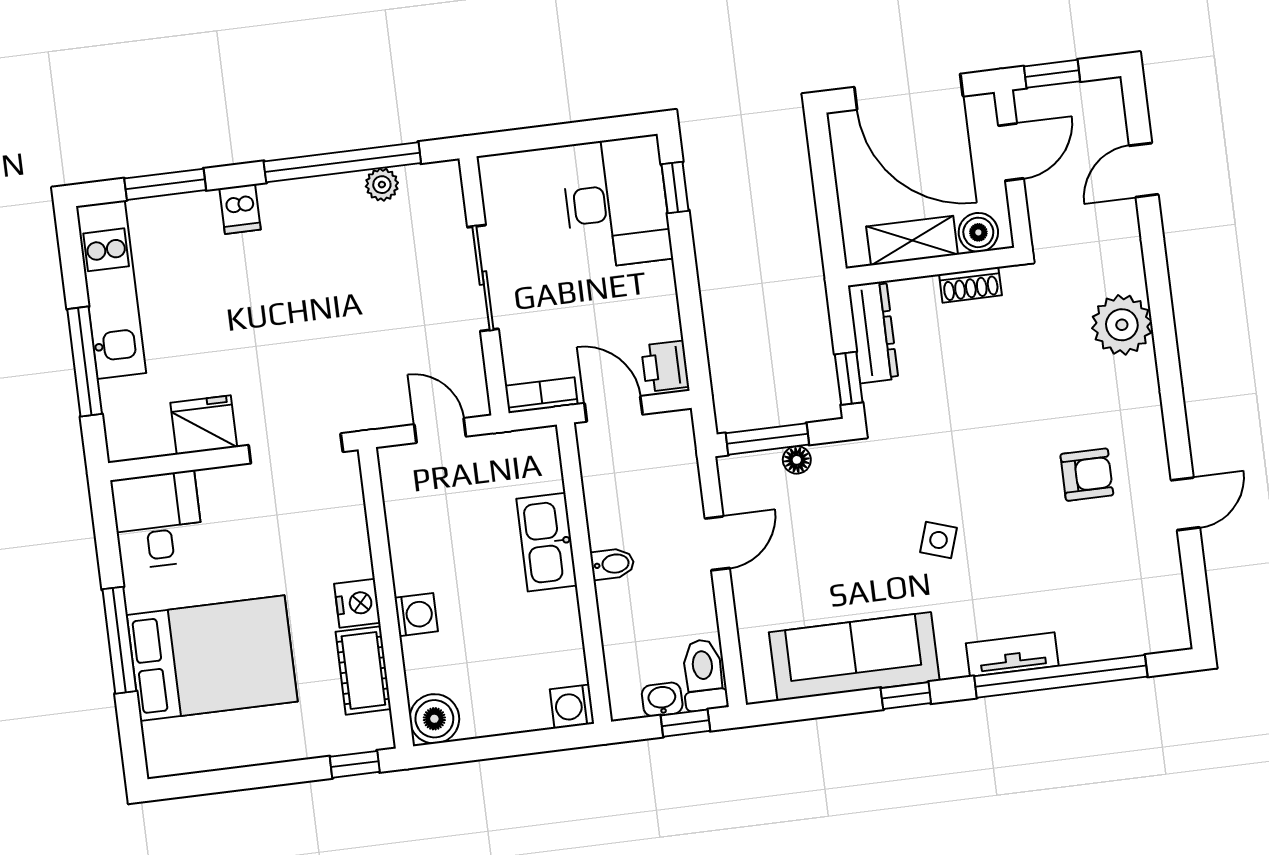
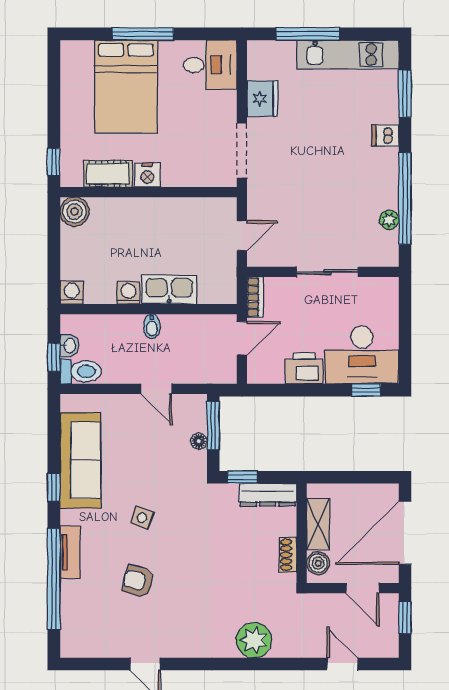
printer: (665, 366) -> (304, 368), moved, width x1.36, depth x1.24
armchair: (1087, 475) -> (138, 581), moved, turned 105
washing machine: (416, 615) -> (128, 293), moved, turned 180

